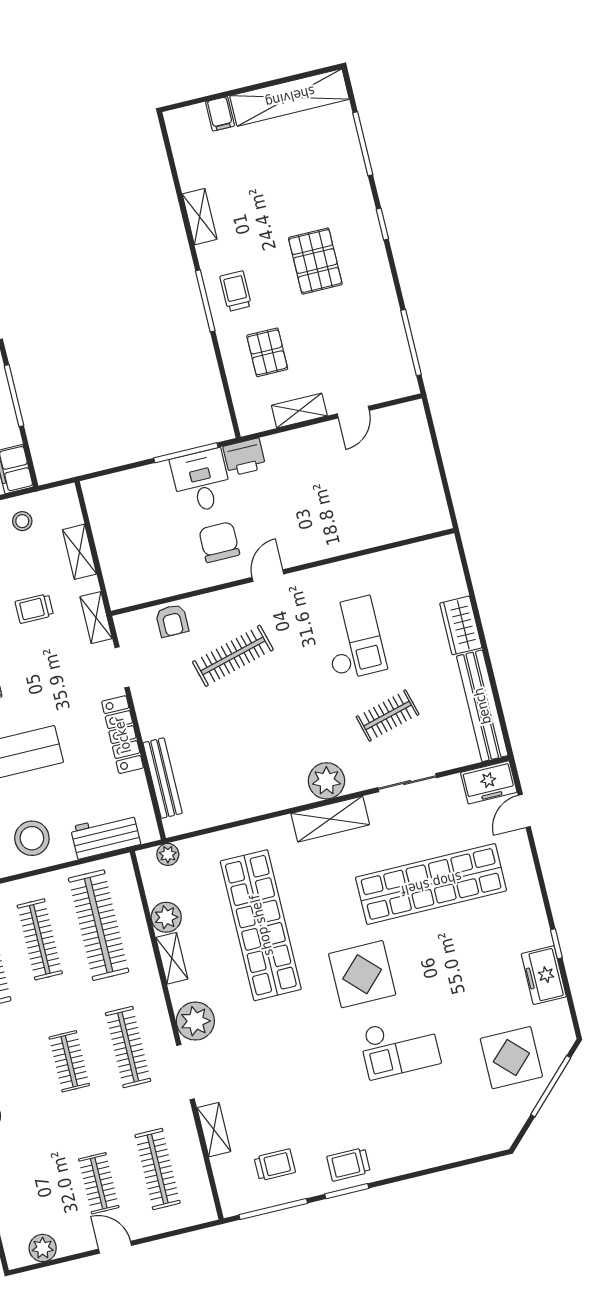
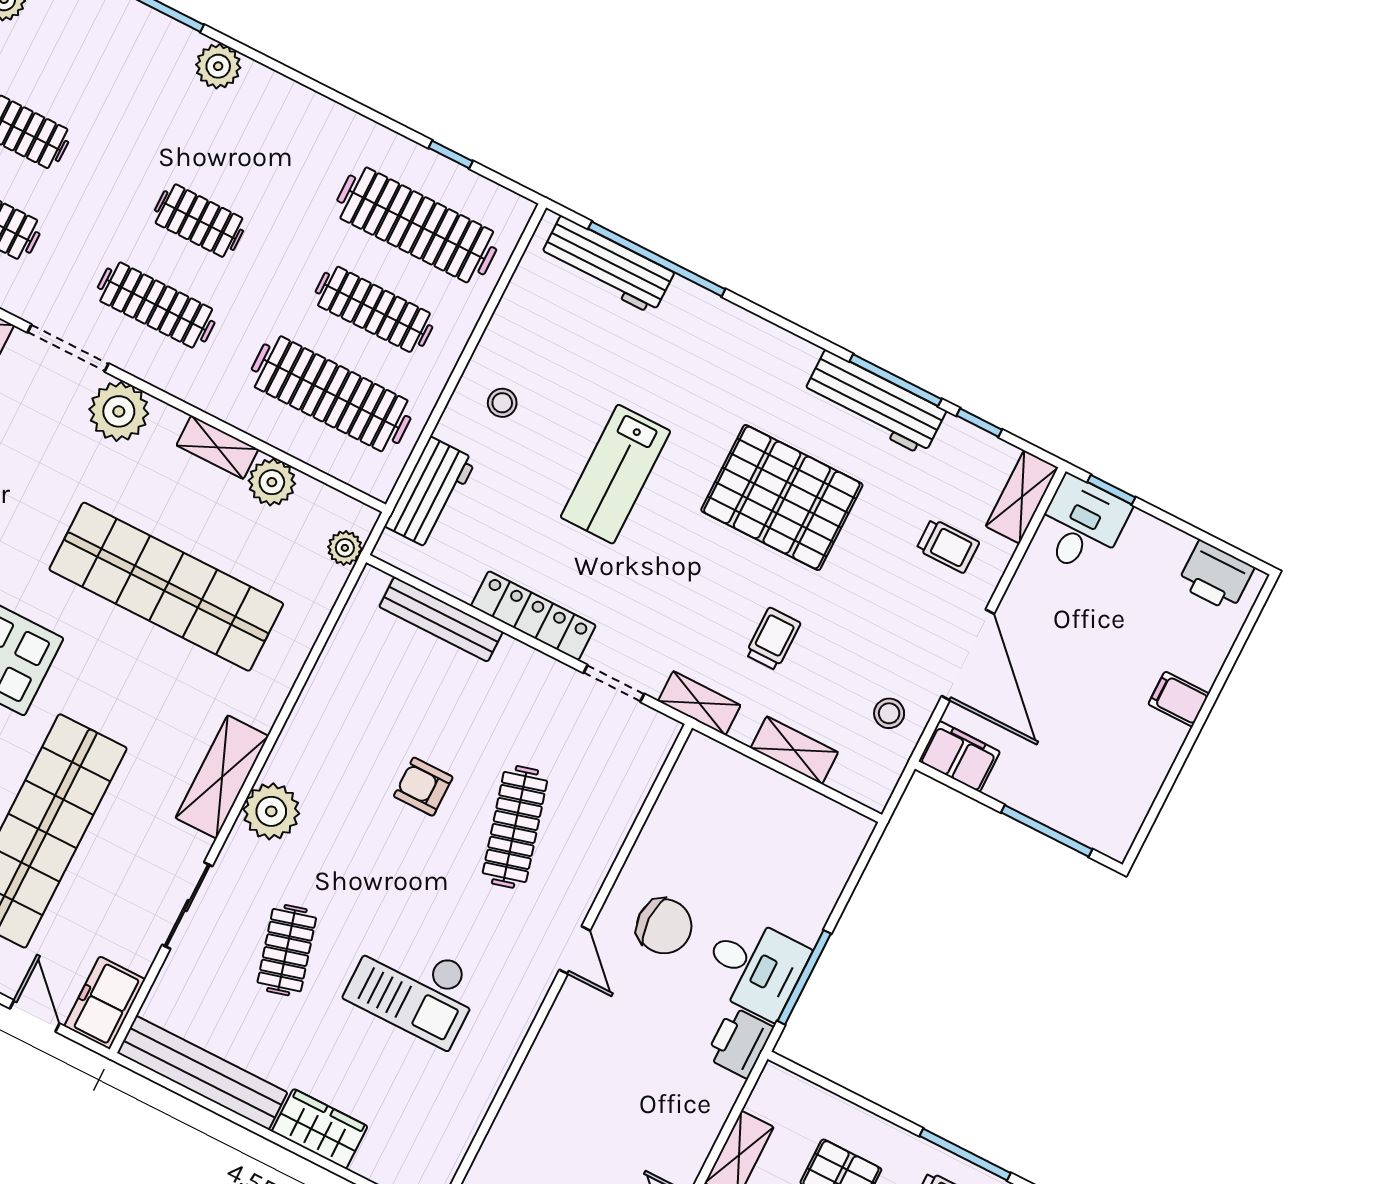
armchair: (172, 621) -> (423, 787), moved
stool: (32, 838) -> (502, 403), width x0.53, depth x0.53

